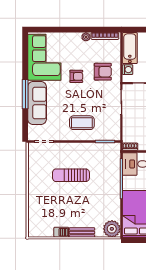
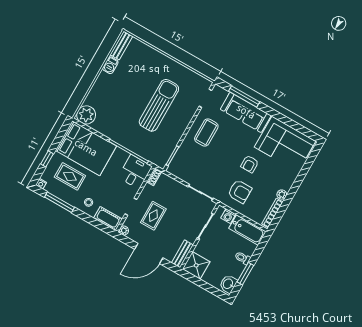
armchair: (103, 72) -> (240, 192), turned -90
window: (25, 94) -> (244, 96), moved
coffee table: (82, 123) -> (206, 132), moved
sun lounger: (71, 175) -> (159, 105), width x1.36, depth x1.34
bench: (82, 232) -> (121, 45), moved

